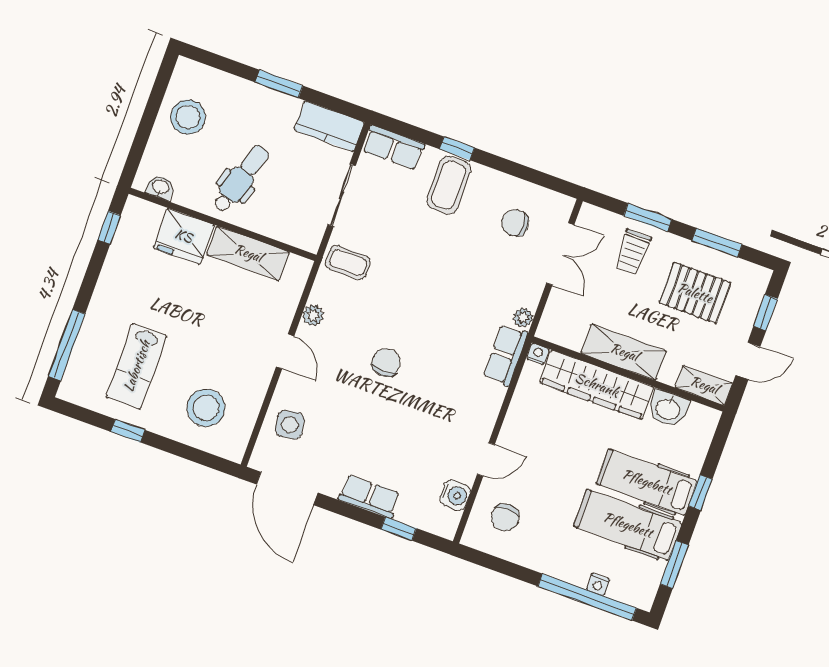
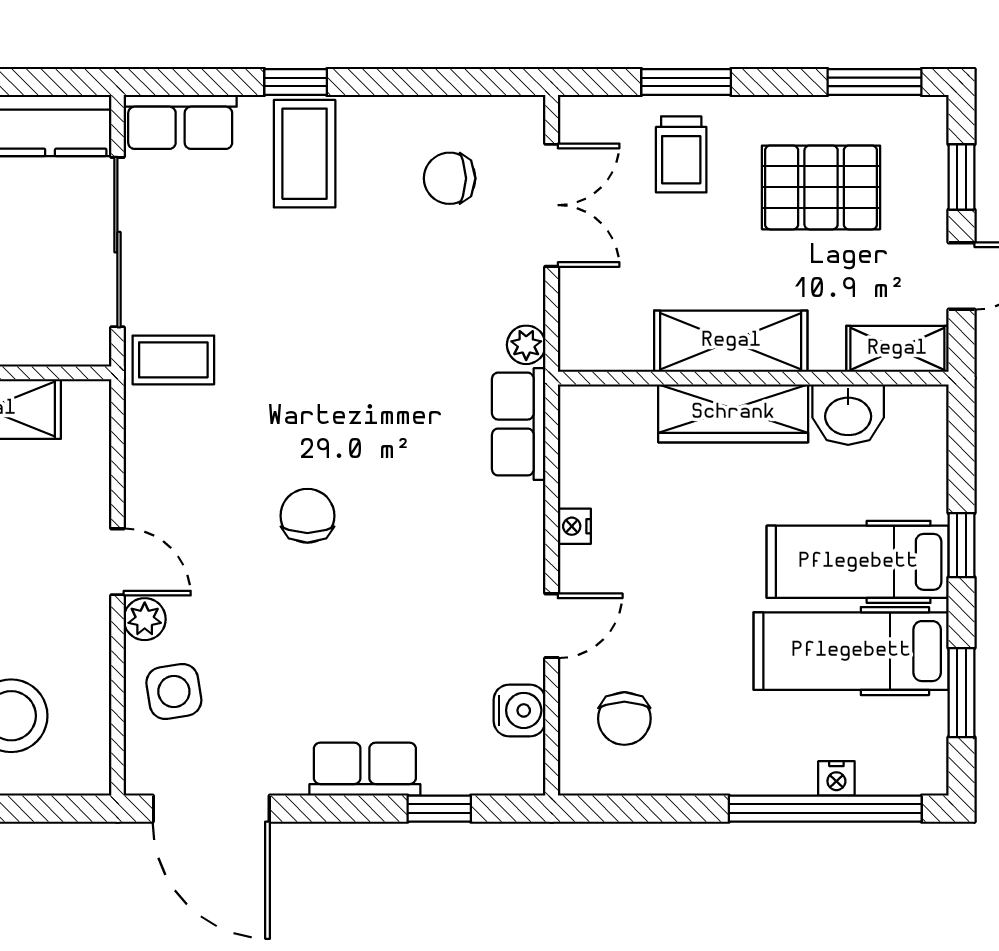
sliding door: (342, 195) -> (117, 242), width x1.37
window: (717, 242) -> (875, 82), moved
plant: (313, 315) -> (145, 619), moved
nightstand: (538, 354) -> (574, 526), moved, turned -90
wardrobe: (597, 385) -> (733, 413), width x0.71, depth x0.85

